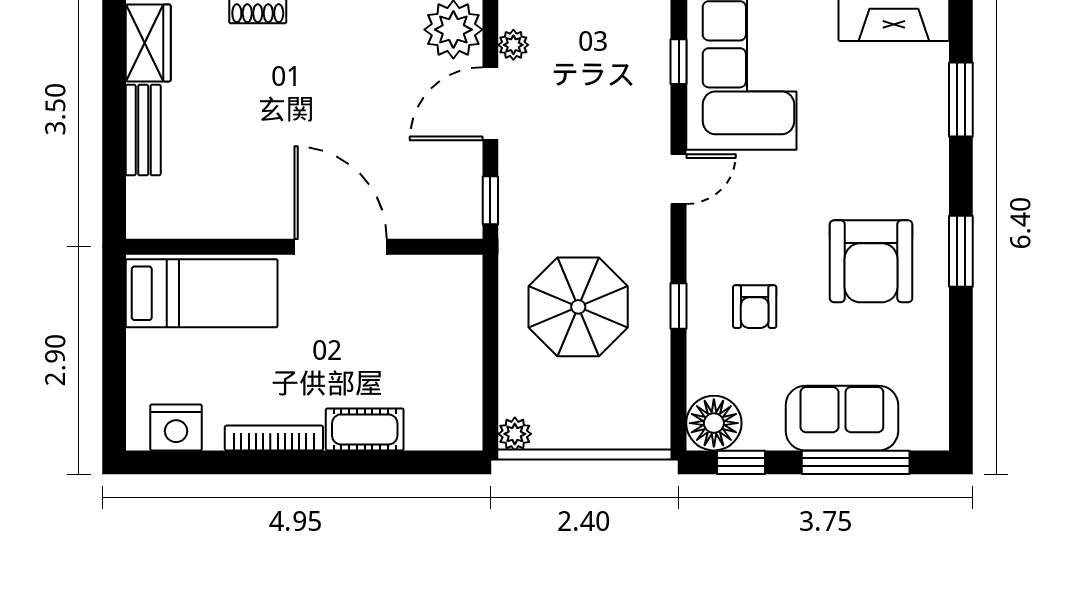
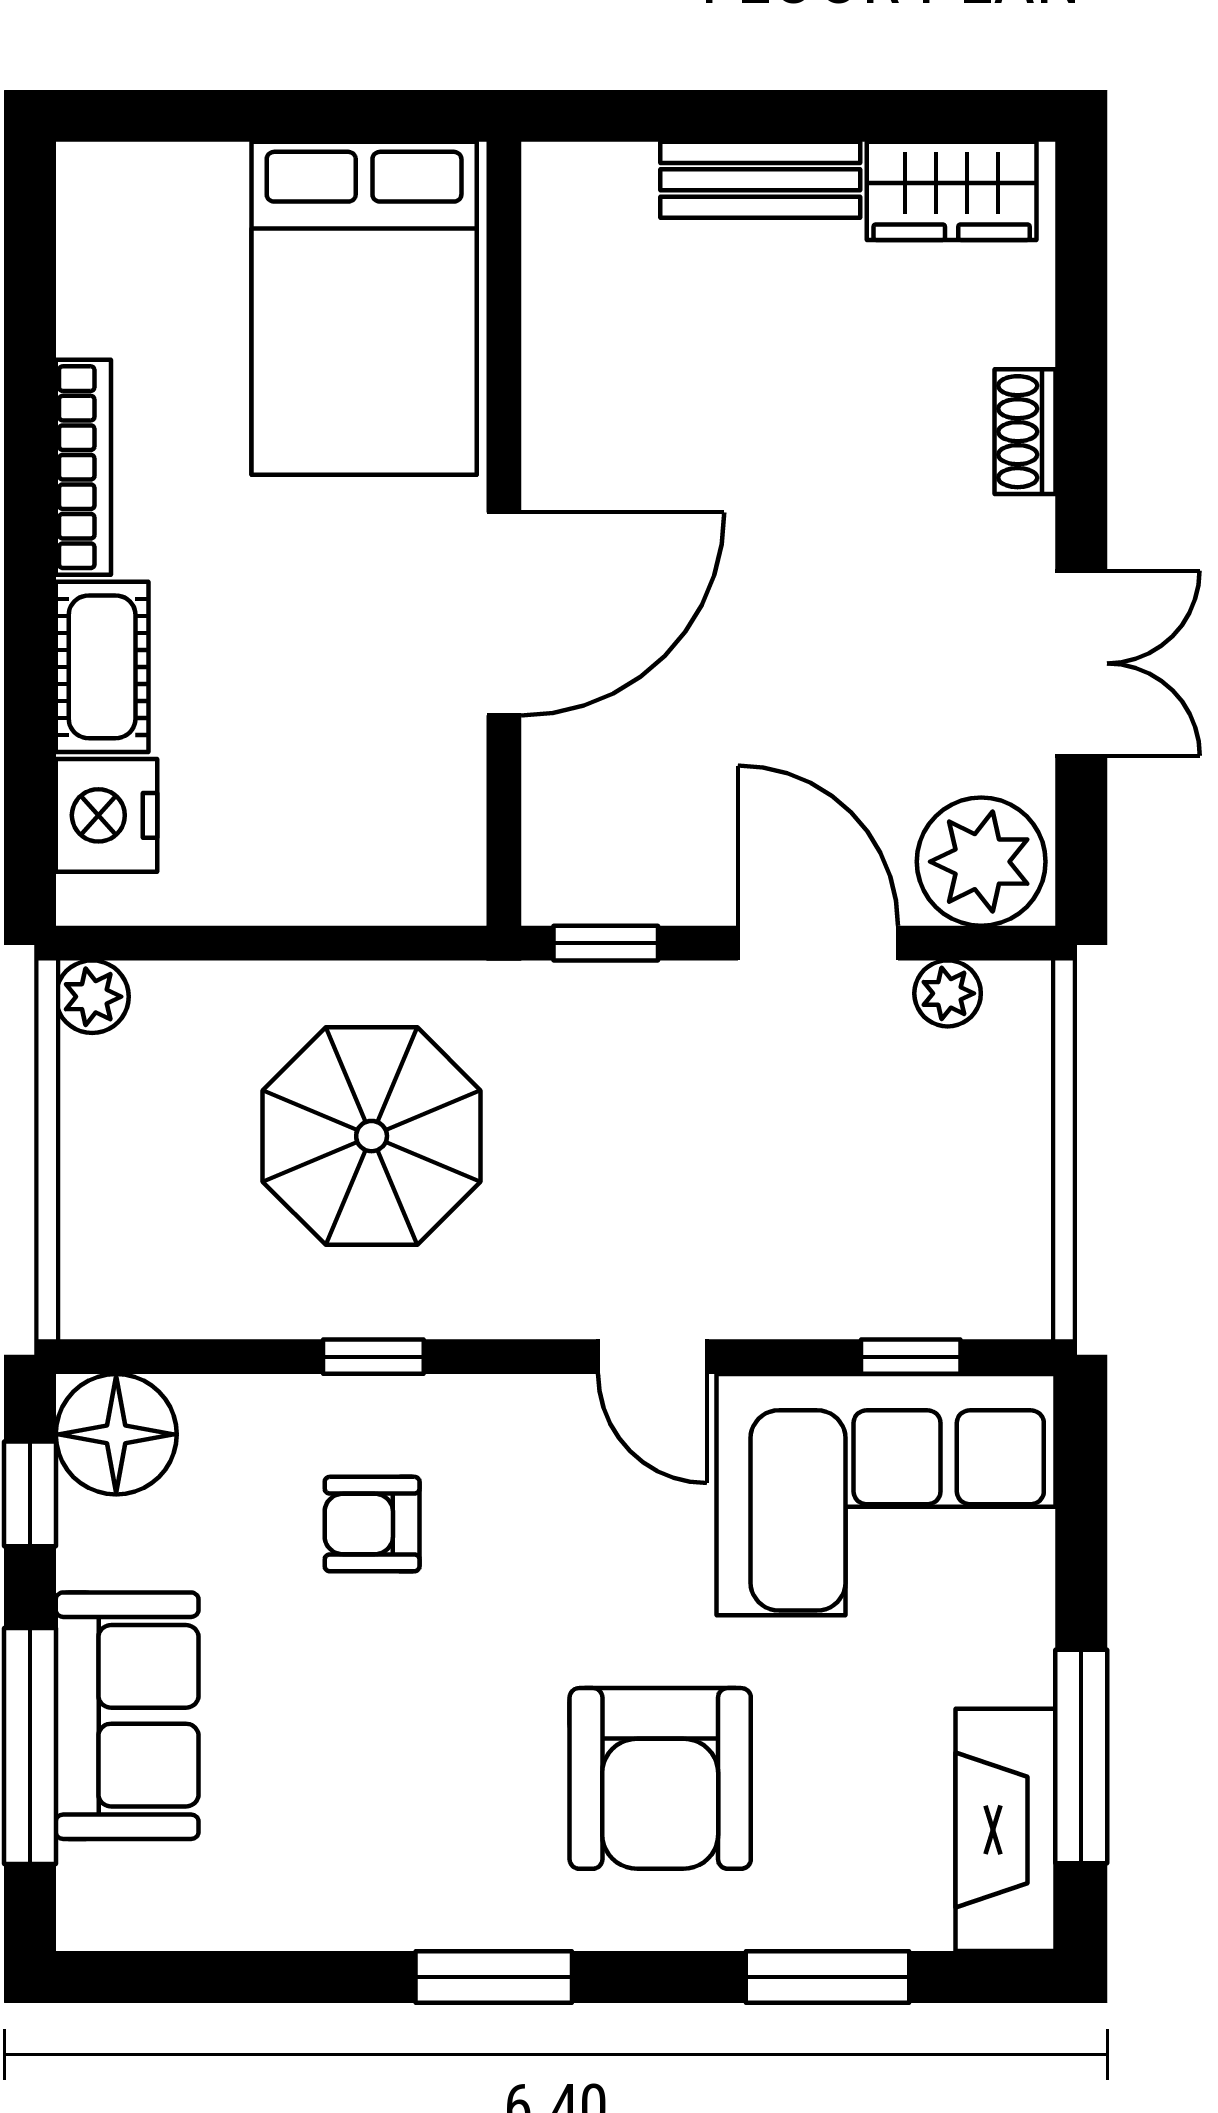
armchair: (871, 261) -> (660, 1778), moved, turned -90
bed: (202, 293) -> (364, 308), width x1.50
nightstand: (176, 427) -> (106, 815), moved

